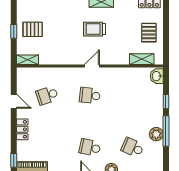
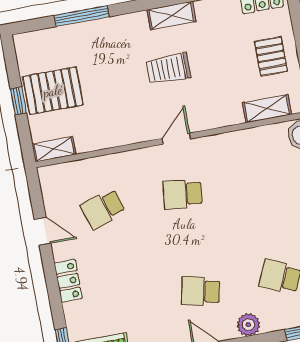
pallet: (33, 29) -> (53, 91), width x1.50, depth x1.42

